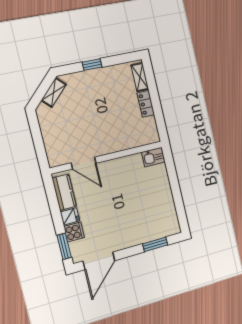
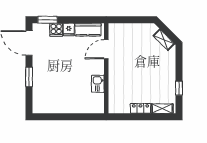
window: (92, 65) -> (179, 88), moved
kitchen sink: (153, 157) -> (98, 84), moved
window: (155, 244) -> (29, 77), moved

